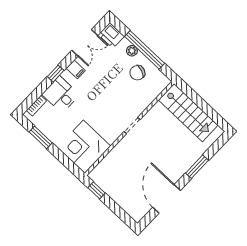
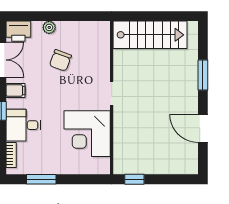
window: (145, 50) -> (60, 16), removed
chair: (137, 73) -> (60, 60), moved
corner desk: (84, 147) -> (87, 134), moved
door: (167, 199) -> (203, 128), width x0.73

